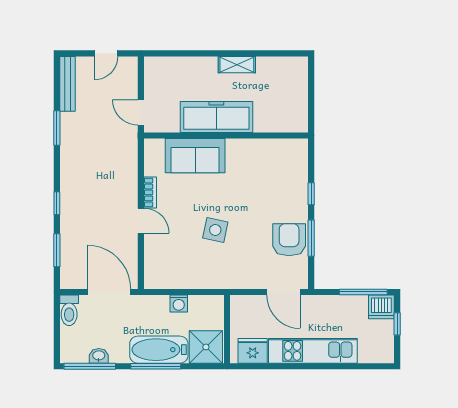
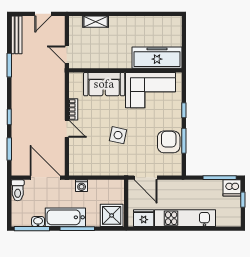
shelving: (237, 65) -> (96, 22), moved
freezer: (216, 117) -> (157, 58), moved
corner sofa: (263, 164) -> (150, 90), added
door: (283, 292) -> (146, 178), moved
washing machine: (179, 303) -> (82, 186), moved
bathtub: (159, 350) -> (65, 217), moved

